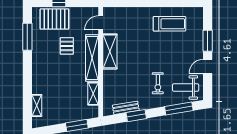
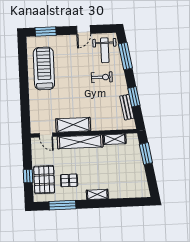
treadmill: (169, 24) -> (44, 68), width x1.37, depth x1.38
window: (208, 41) -> (46, 32), moved
pallet: (67, 46) -> (69, 180), moved
door: (208, 66) -> (84, 30), hinge flipped
shelving: (37, 105) -> (97, 194), moved

